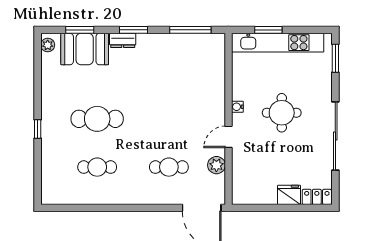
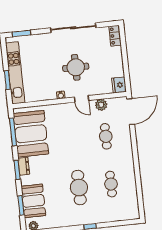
dresser: (123, 40) -> (24, 166), moved
booth: (185, 56) -> (31, 134), added
round table: (282, 113) -> (76, 67), moved
fridge: (289, 195) -> (119, 85), moved

